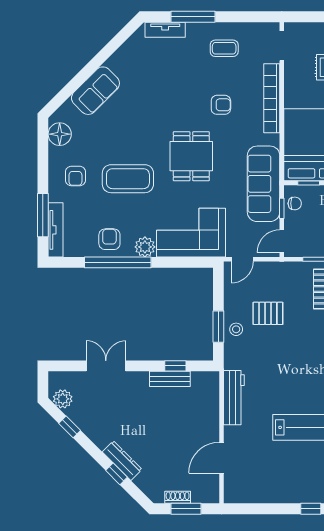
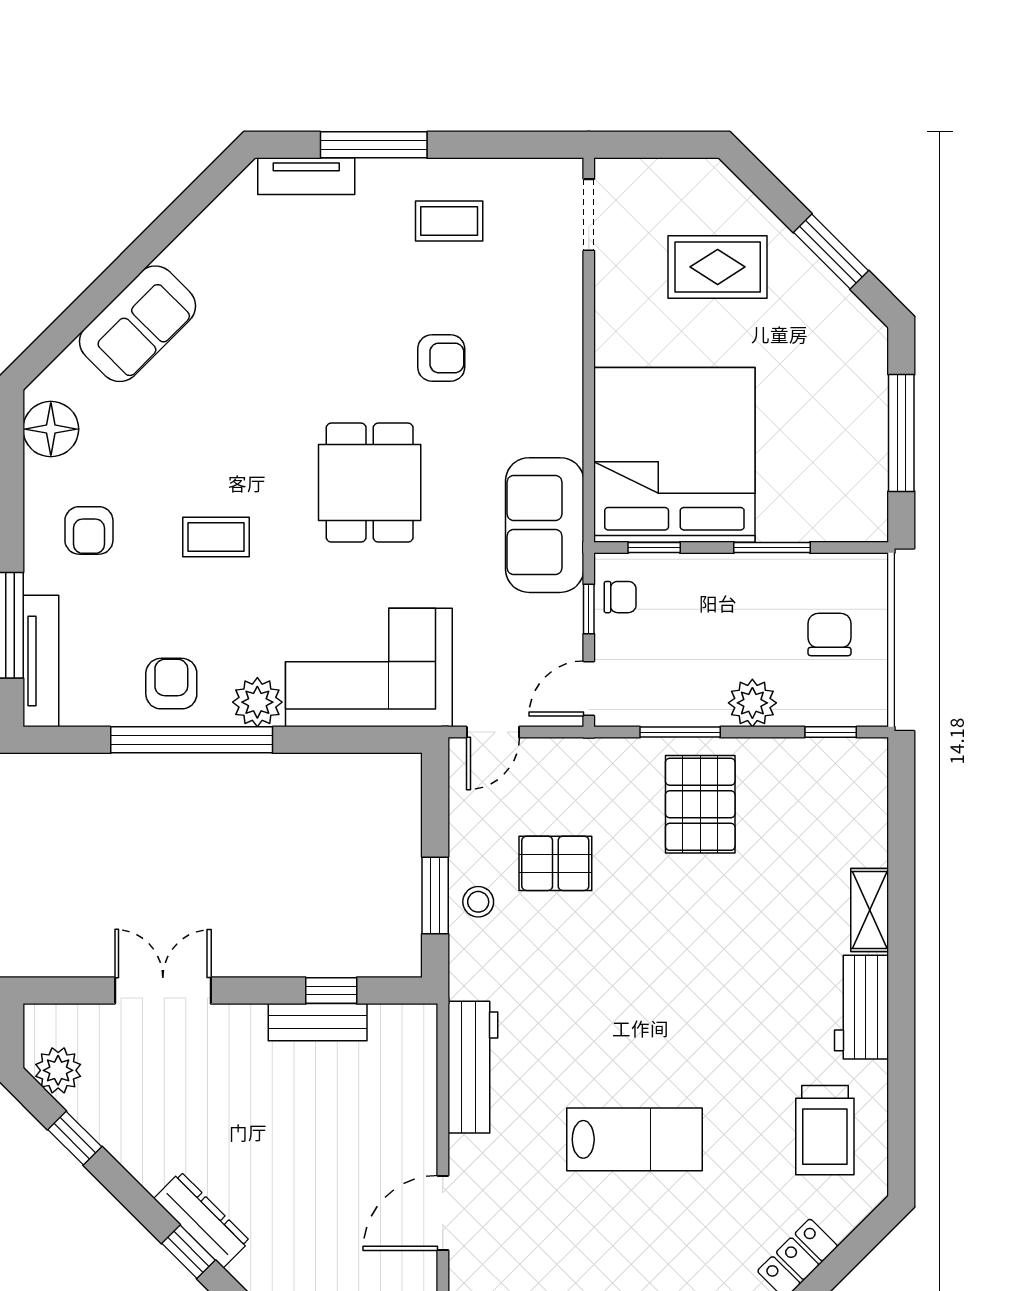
bookcase: (272, 98) -> (565, 342), removed
coffee table: (128, 179) -> (216, 537), width x0.54, depth x0.58
sofa: (264, 184) -> (545, 525), width x0.73

